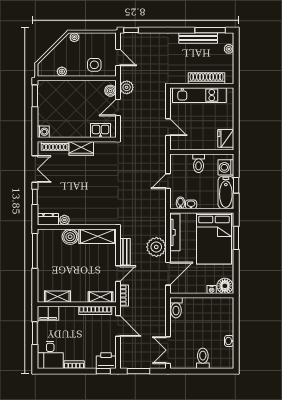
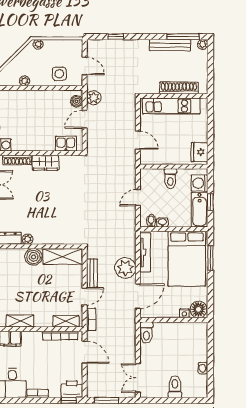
window: (131, 30) -> (116, 37), moved
plant: (229, 49) -> (203, 44), moved

